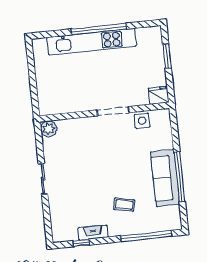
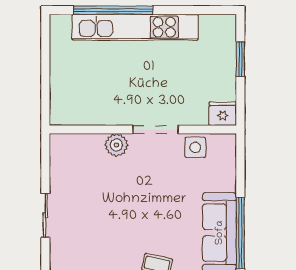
window: (99, 29) -> (113, 10), moved
plant: (49, 129) -> (116, 145), moved

